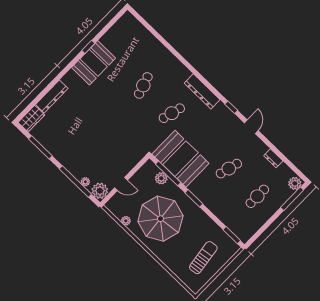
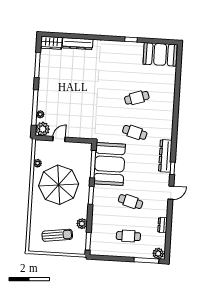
booth: (94, 63) -> (160, 54), moved
dresser: (202, 91) -> (165, 156), moved
plant: (161, 178) -> (82, 224), moved
door: (121, 184) -> (59, 139), swing flipped

